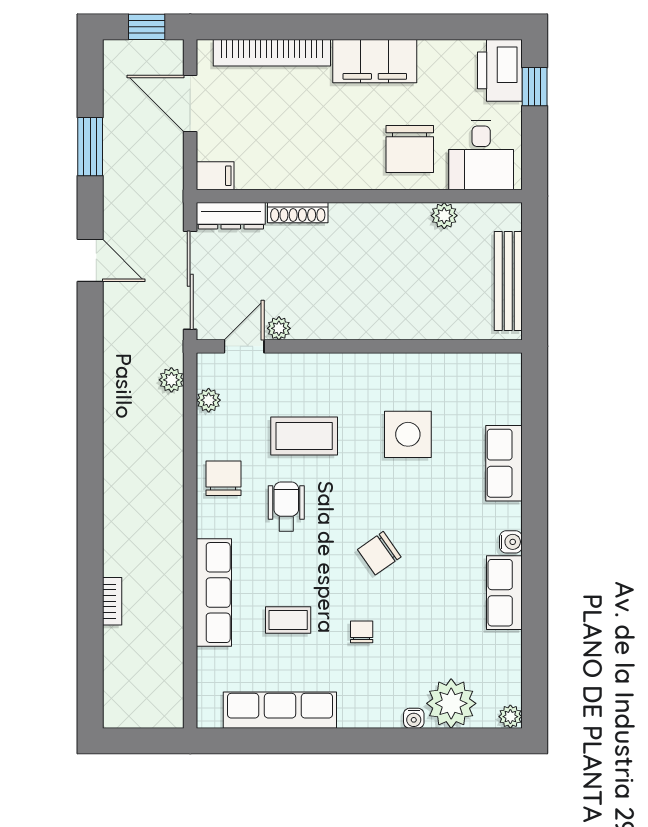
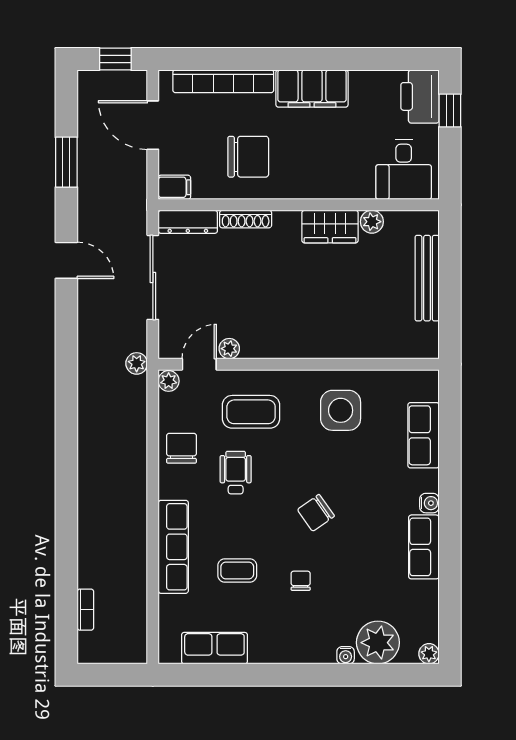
chair: (410, 149) -> (248, 157), moved, turned -90
wardrobe: (396, 221) -> (330, 227), added
plant: (279, 328) -> (229, 349), moved
door: (244, 346) -> (199, 364), moved
wall: (359, 346) -> (299, 364), moved
bookcase: (112, 601) -> (85, 610), moved
row of seats: (280, 710) -> (214, 648), width x0.68

